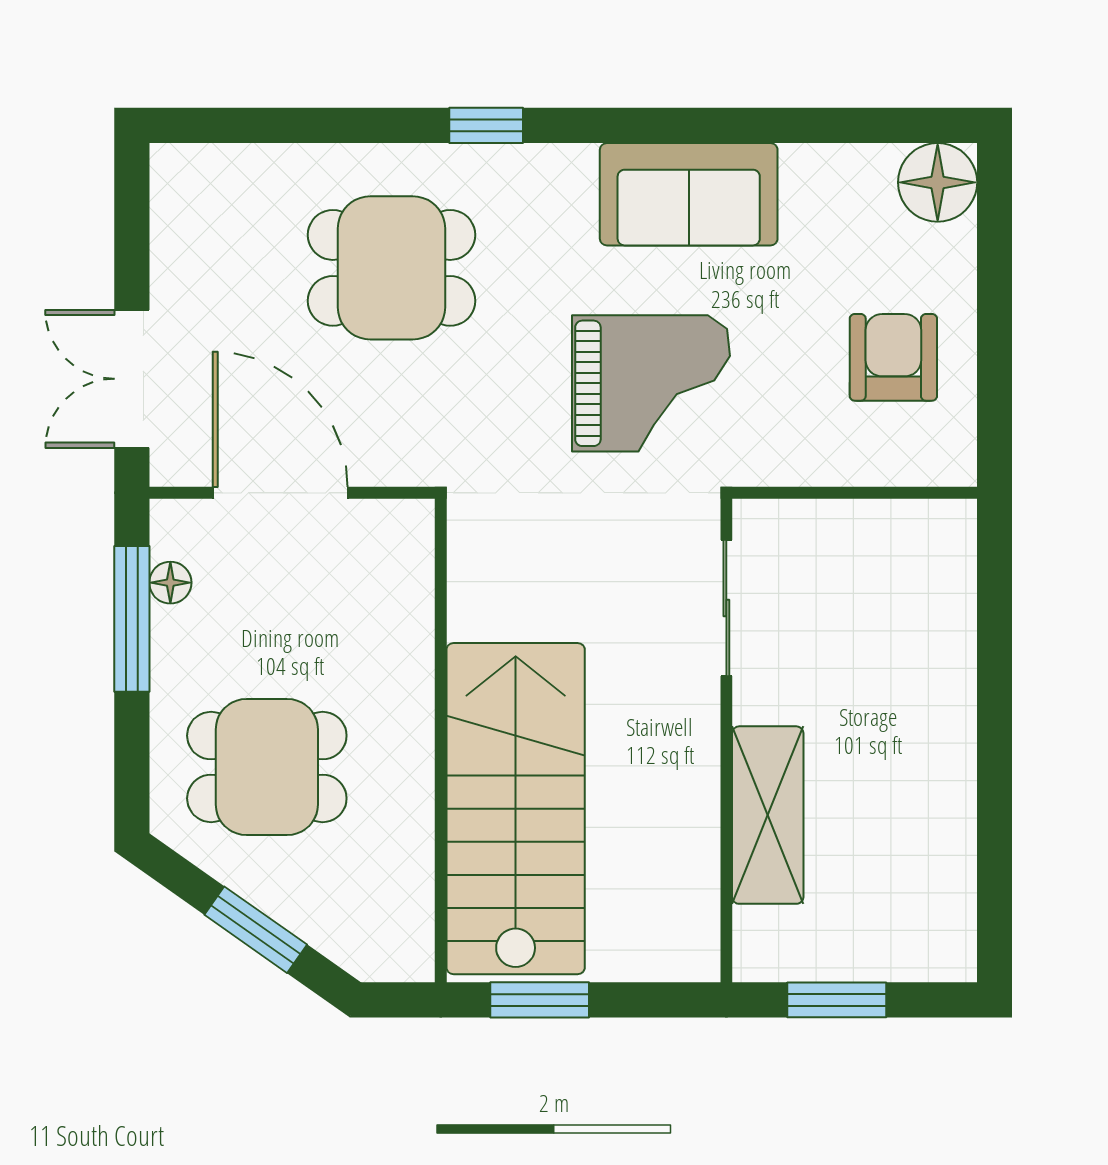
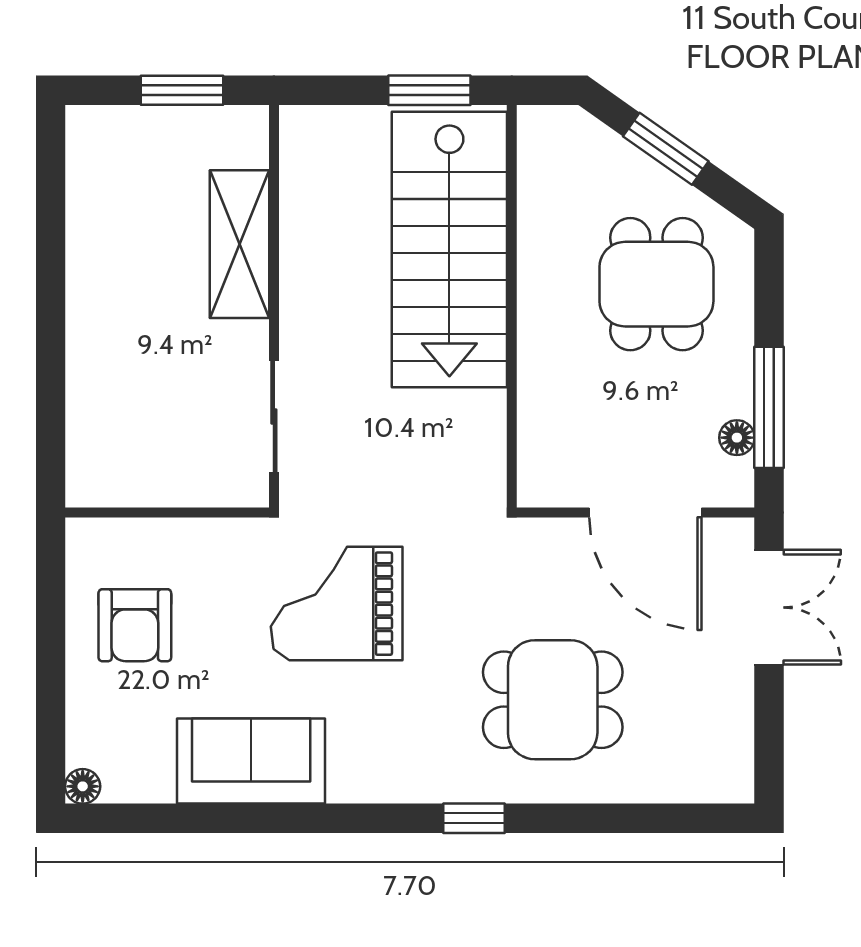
floor lamp: (938, 182) -> (83, 786), width x0.53, depth x0.53
sofa: (689, 194) -> (251, 761), moved
dining table: (267, 767) -> (656, 284), turned 90

